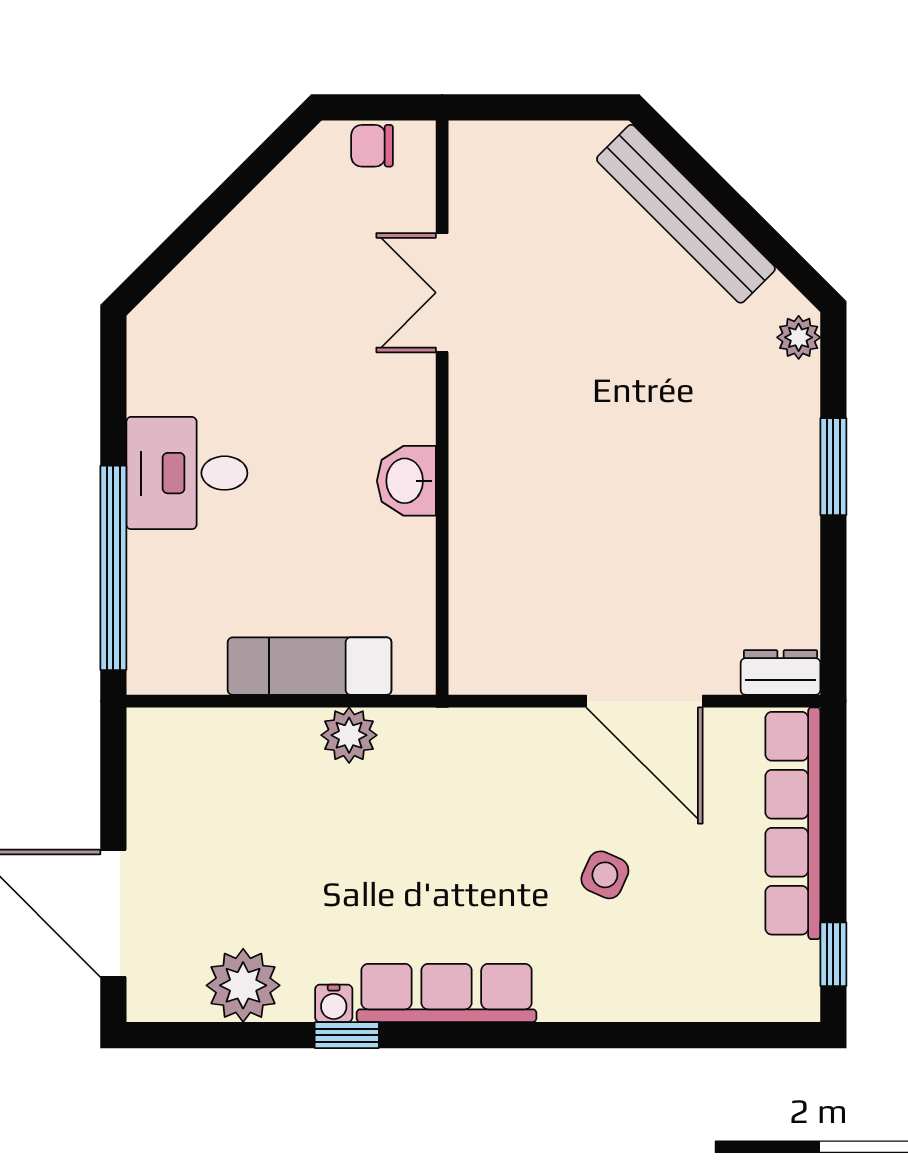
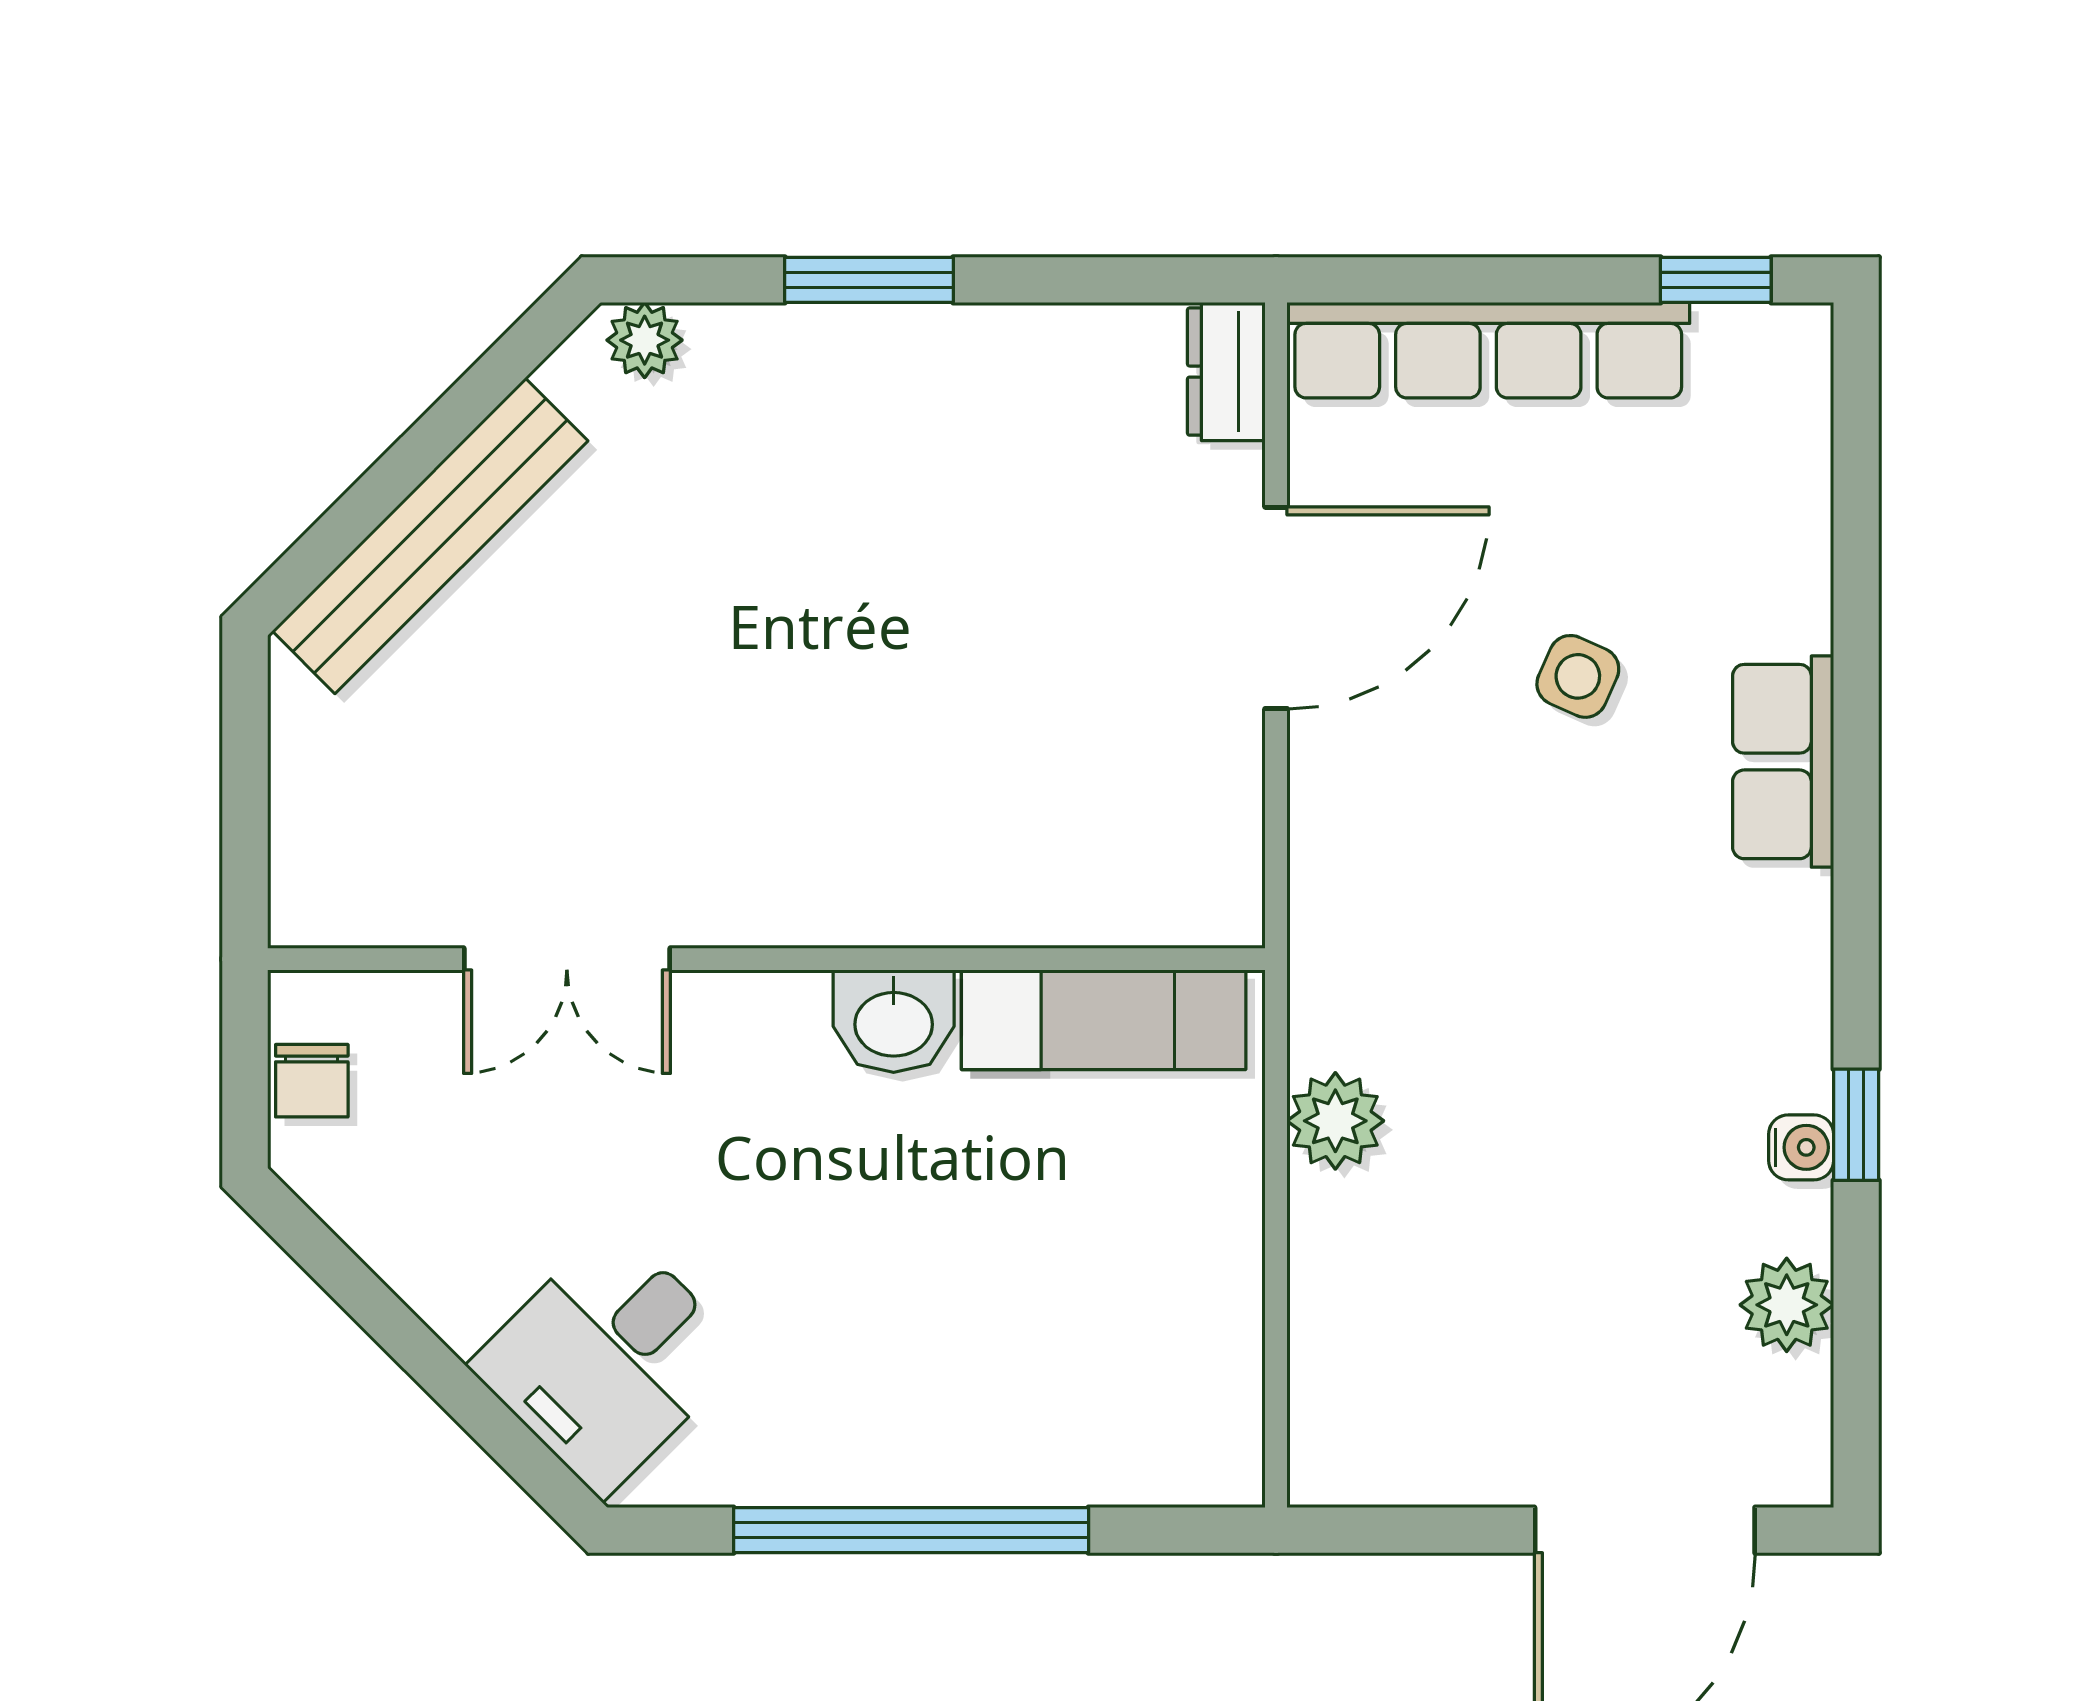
desk: (187, 473) -> (608, 1360), moved, turned 45
window: (113, 568) -> (911, 1530), moved
exam couch: (310, 666) -> (1104, 1020), moved, turned -90
plant: (243, 985) -> (1787, 1305), width x0.73, depth x0.73
row of seats: (446, 993) -> (1783, 762), moved, width x0.68

